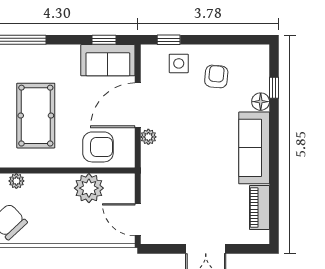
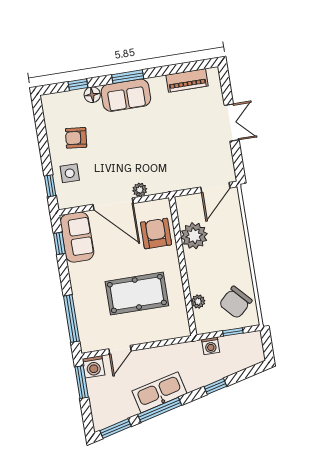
window: (274, 143) -> (128, 77), added
sofa: (254, 148) -> (126, 95), width x0.73

